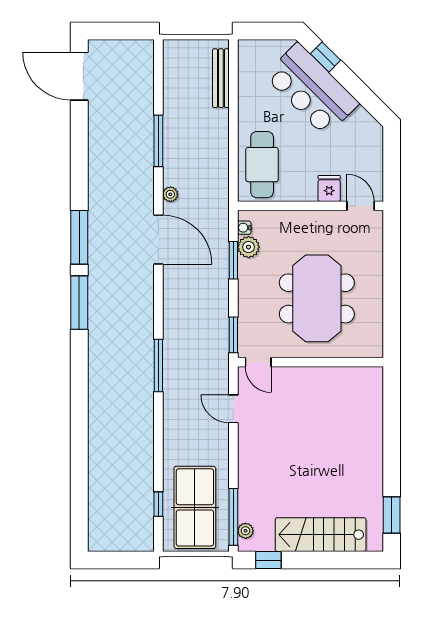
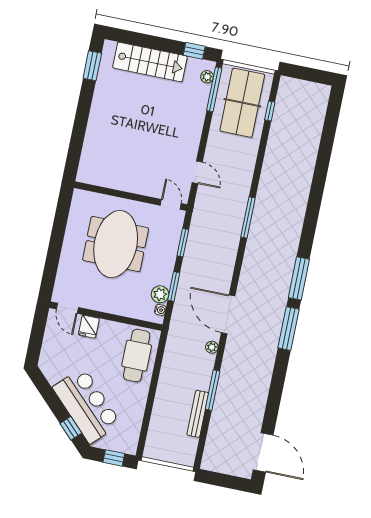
window: (264, 31) -> (114, 458), added
bench: (221, 78) -> (198, 414), moved
window: (233, 335) -> (183, 243), moved

